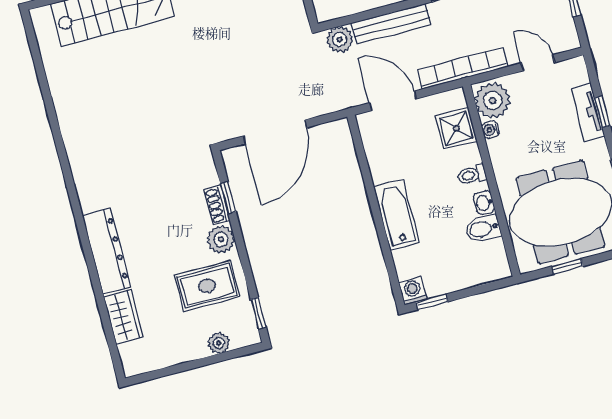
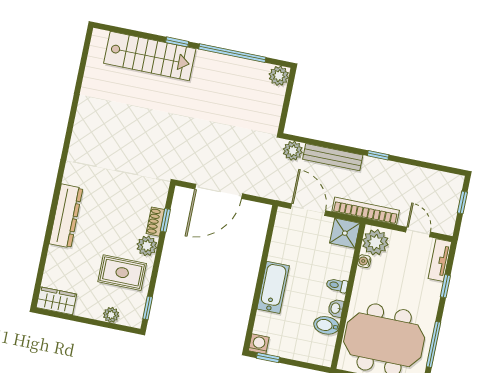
tv unit: (588, 112) -> (440, 260), moved
shower: (456, 128) -> (345, 233), moved
wardrobe: (123, 317) -> (56, 301), moved, turned -90

